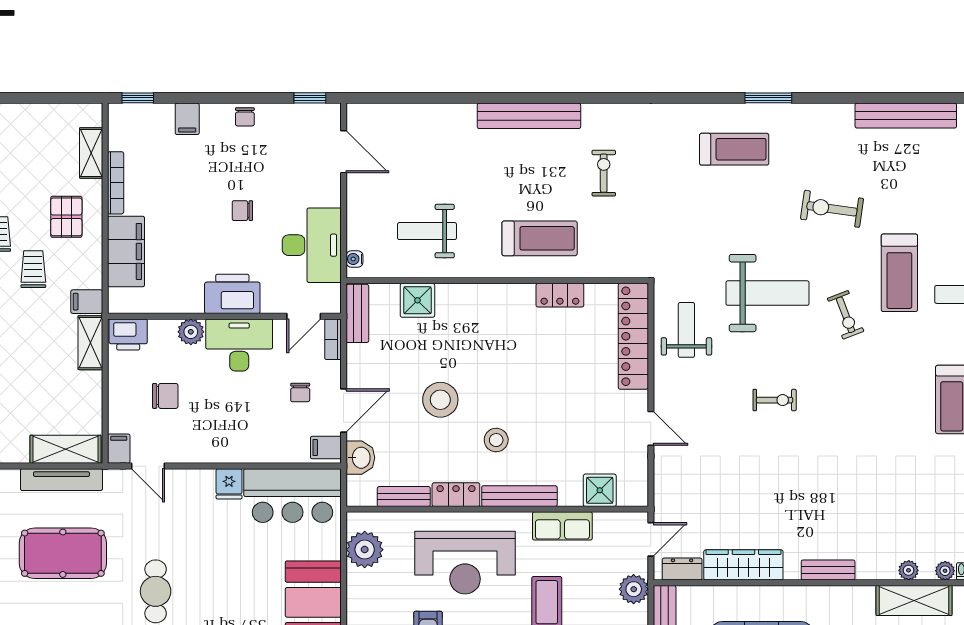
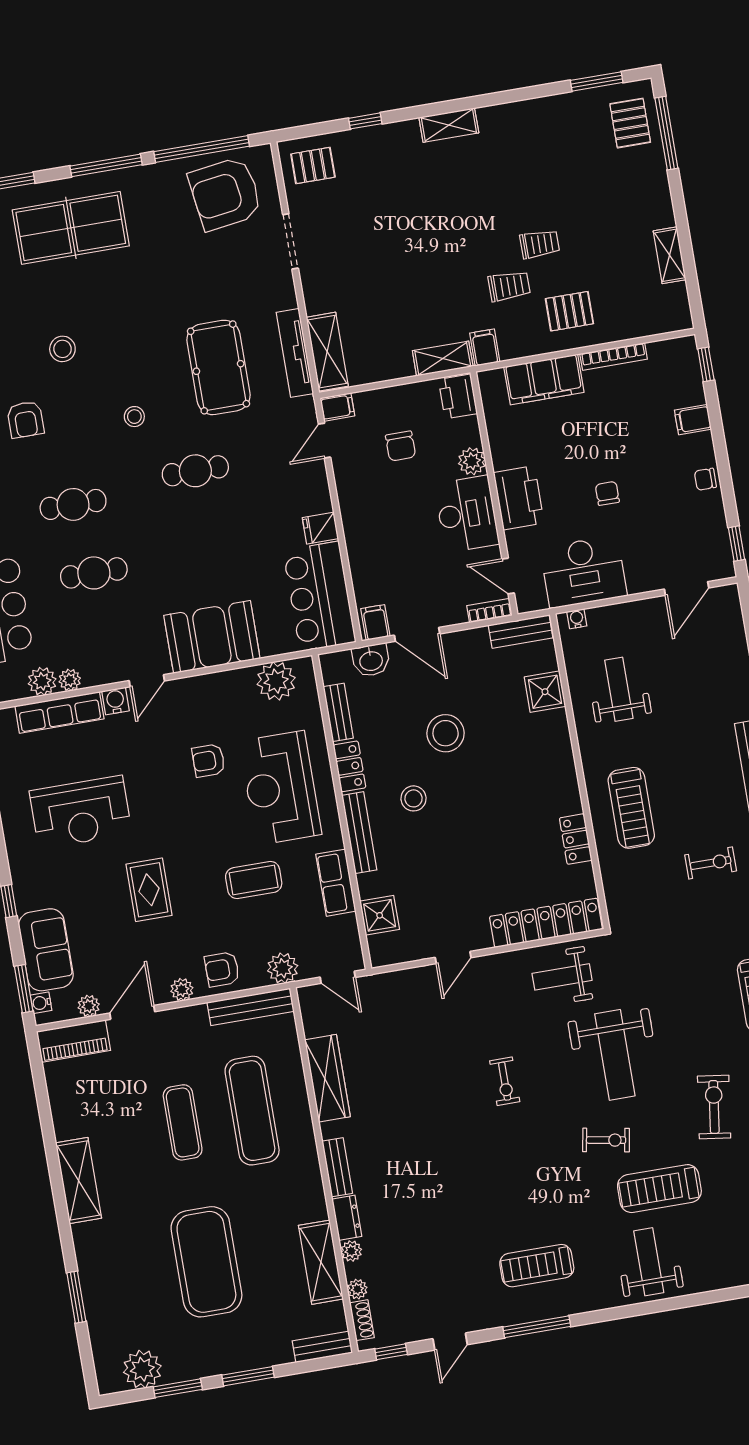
shelving: (91, 153) -> (670, 255), moved, turned 90
exercise bike: (846, 315) -> (606, 1140), turned -149
weight bench: (686, 330) -> (562, 977), turned 180
chair: (300, 393) -> (428, 586), removed
dresser: (682, 569) -> (347, 1218), moved

